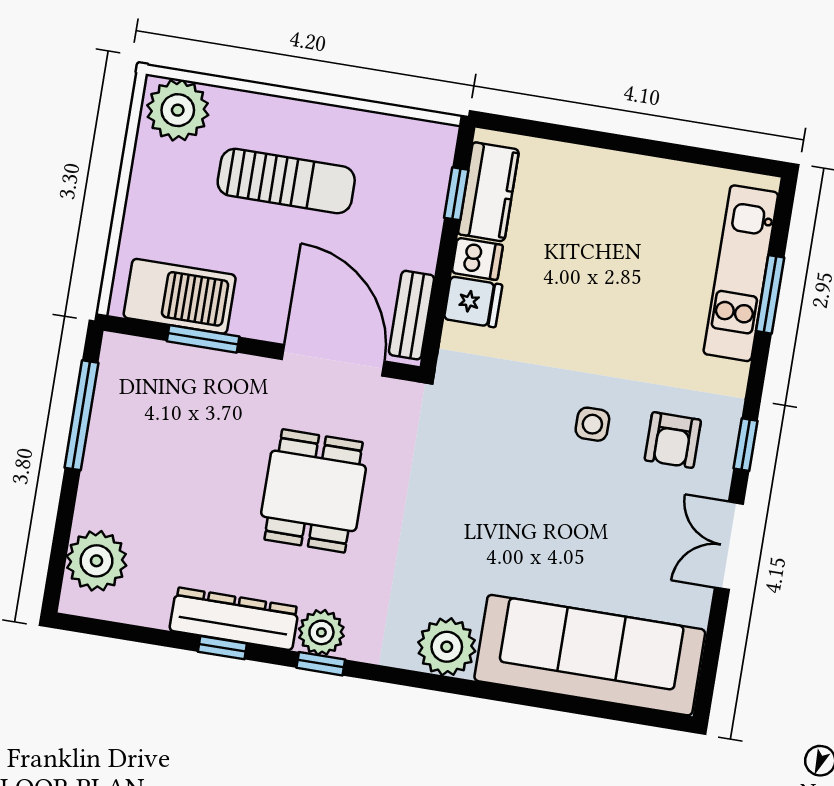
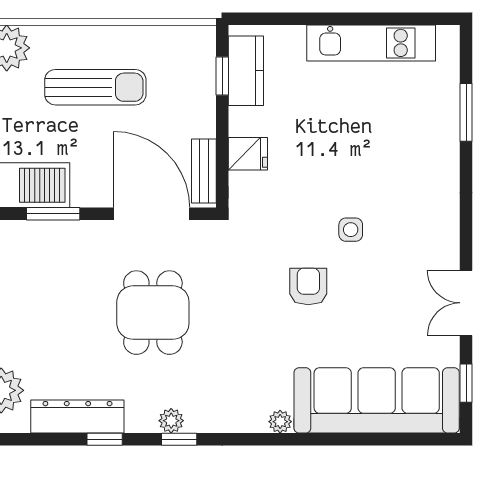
dishwasher: (477, 259) -> (246, 122), removed
kitchen unit: (741, 273) -> (371, 43), moved, turned -90
armchair: (673, 440) -> (308, 286), moved, turned 180
window: (745, 445) -> (466, 383), moved
dresser: (234, 619) -> (77, 417), moved
plant: (321, 632) -> (171, 421), width x0.73, depth x0.73
plant: (447, 647) -> (280, 422), width x0.53, depth x0.53

